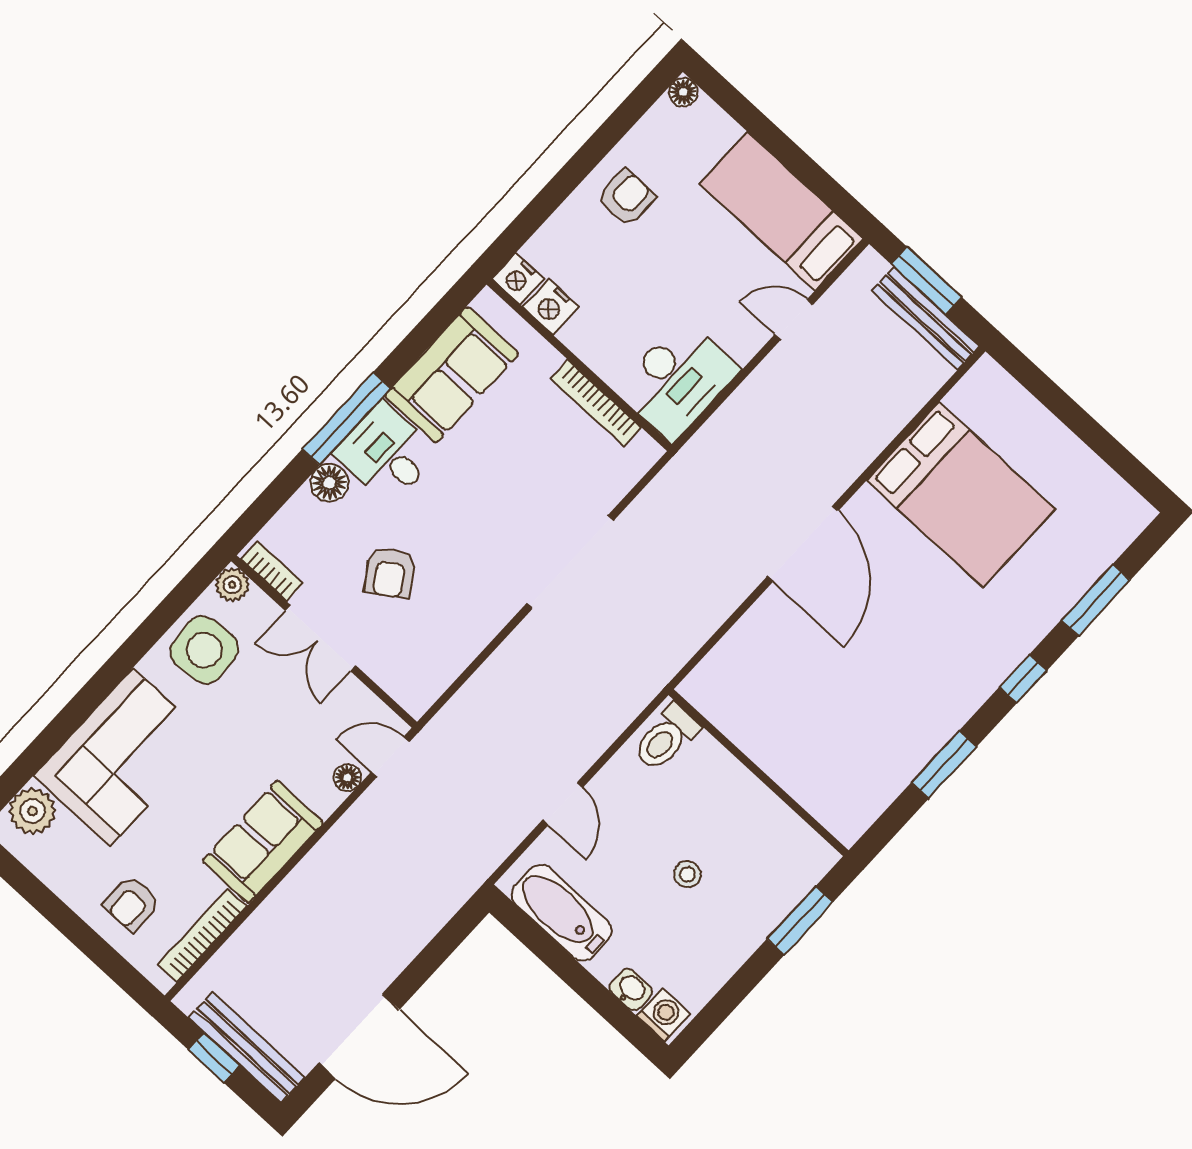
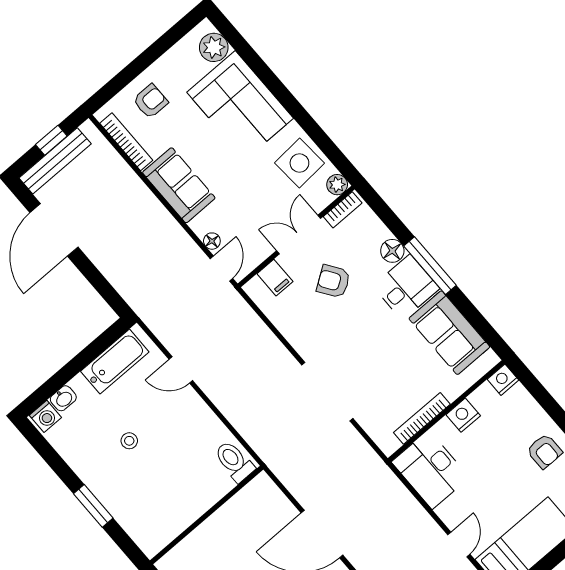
nightstand: (551, 307) -> (463, 415), moved
filing cabinet: (395, 668) -> (275, 278), added
toilet: (666, 738) -> (234, 461), moved
wall: (758, 773) -> (207, 515), moved
armchair: (132, 904) -> (151, 101), turned 90

